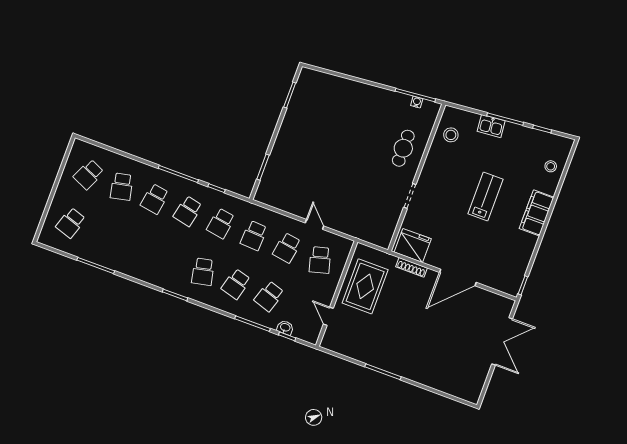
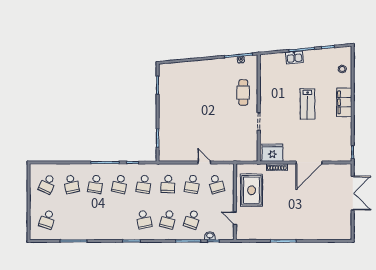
stool: (451, 135) -> (271, 73), removed
lab bench: (485, 197) -> (308, 104), turned 180

